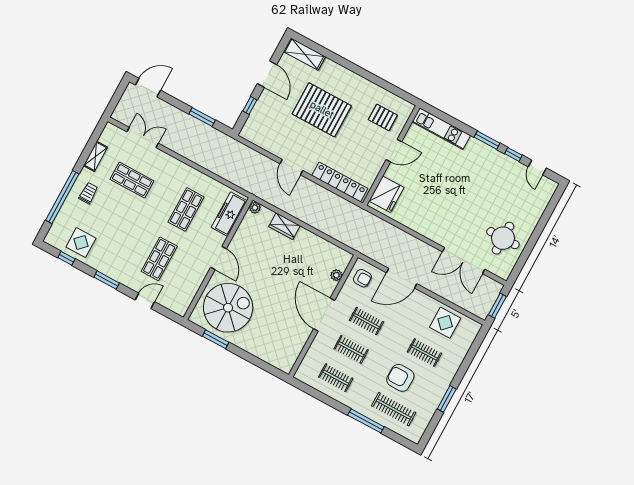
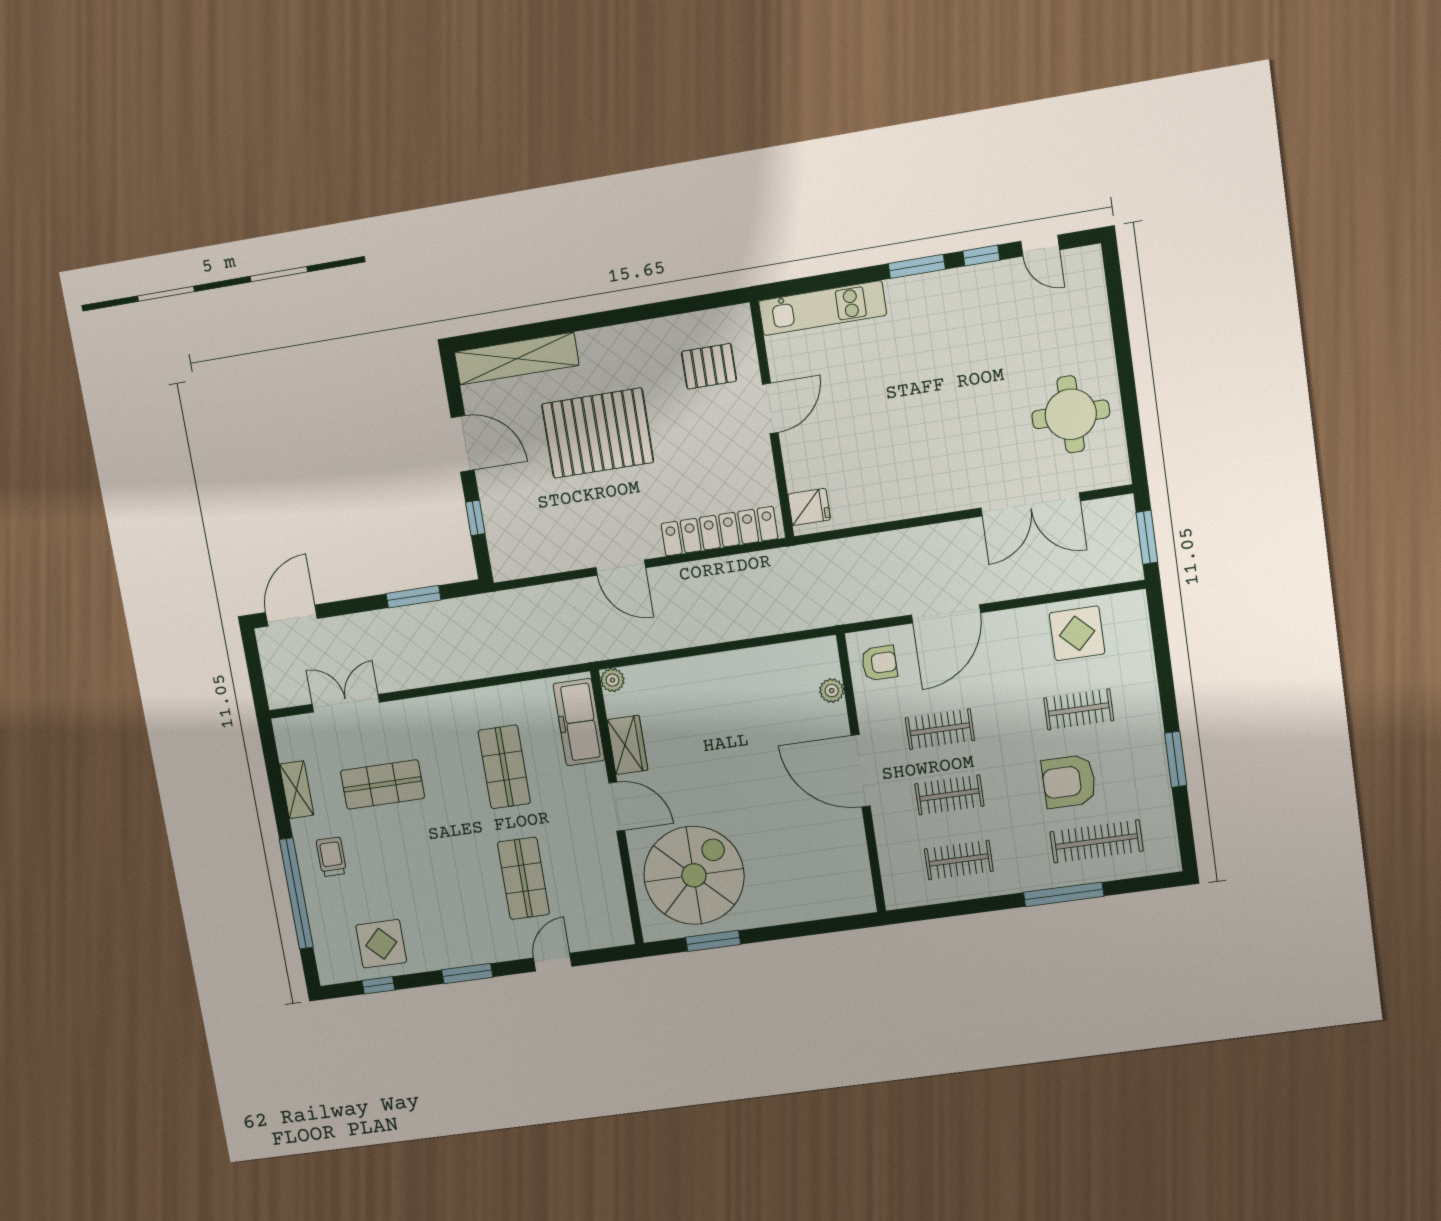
shelving: (304, 54) -> (517, 359), width x1.47
fridge: (386, 194) -> (809, 507), width x0.53, depth x0.75
wardrobe: (284, 226) -> (627, 745), moved, turned -90

